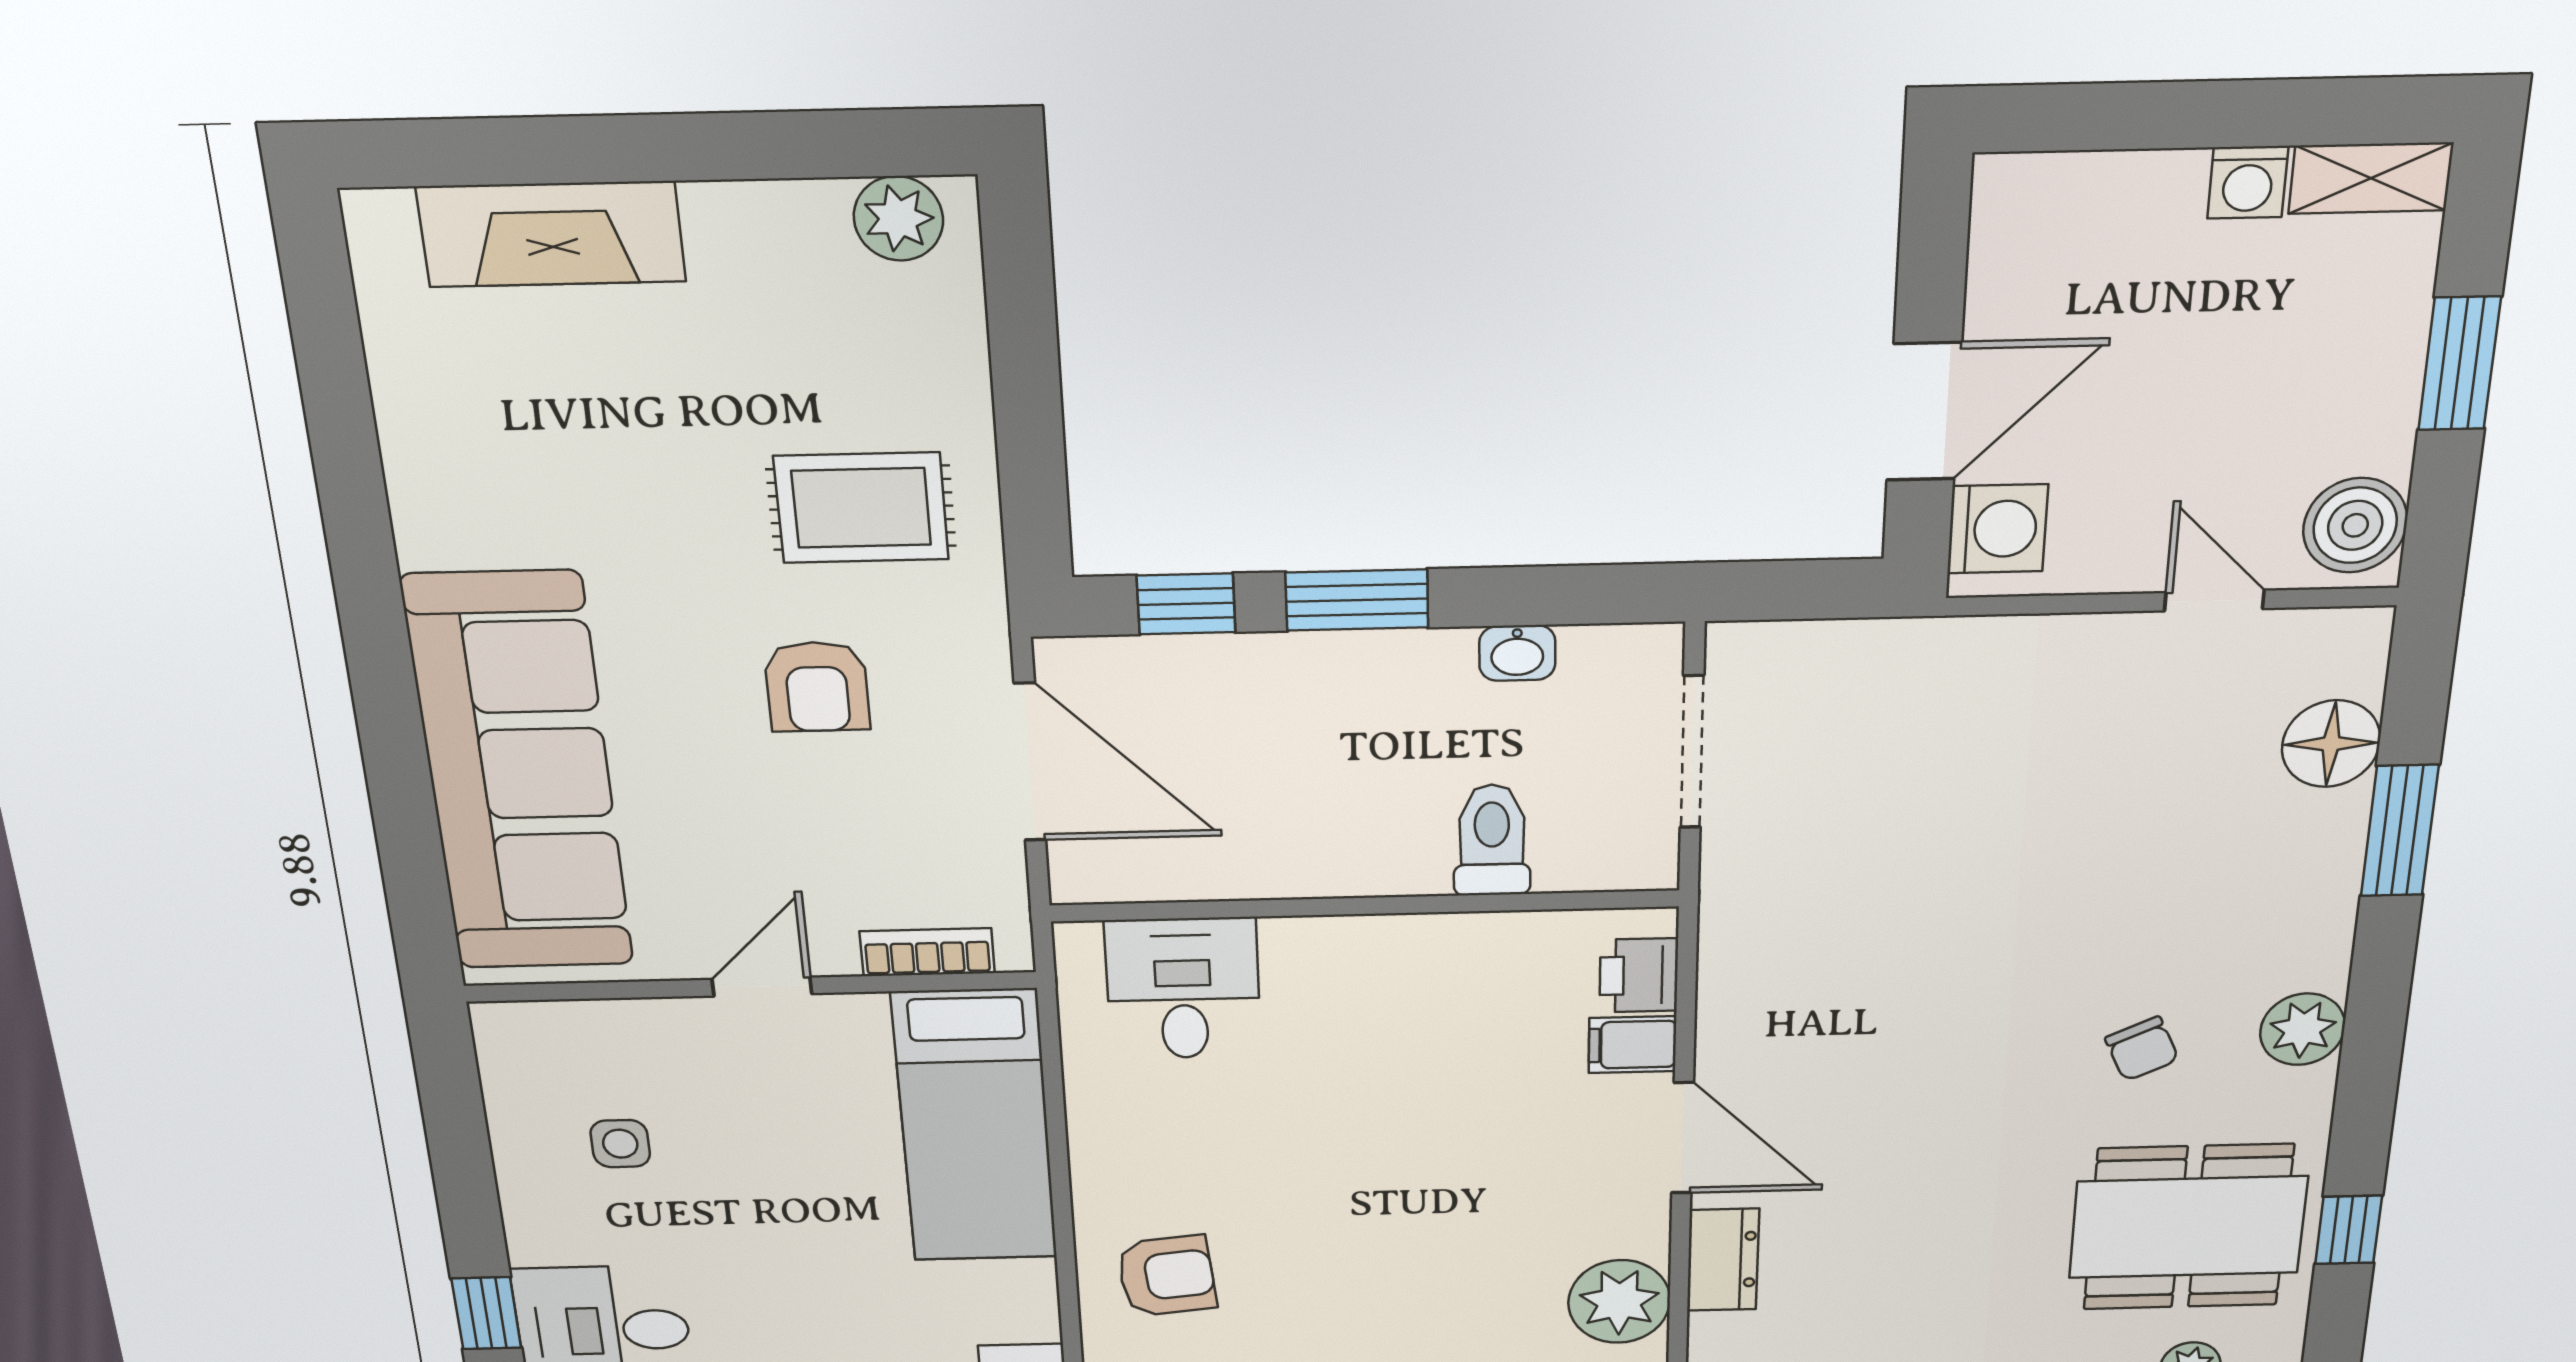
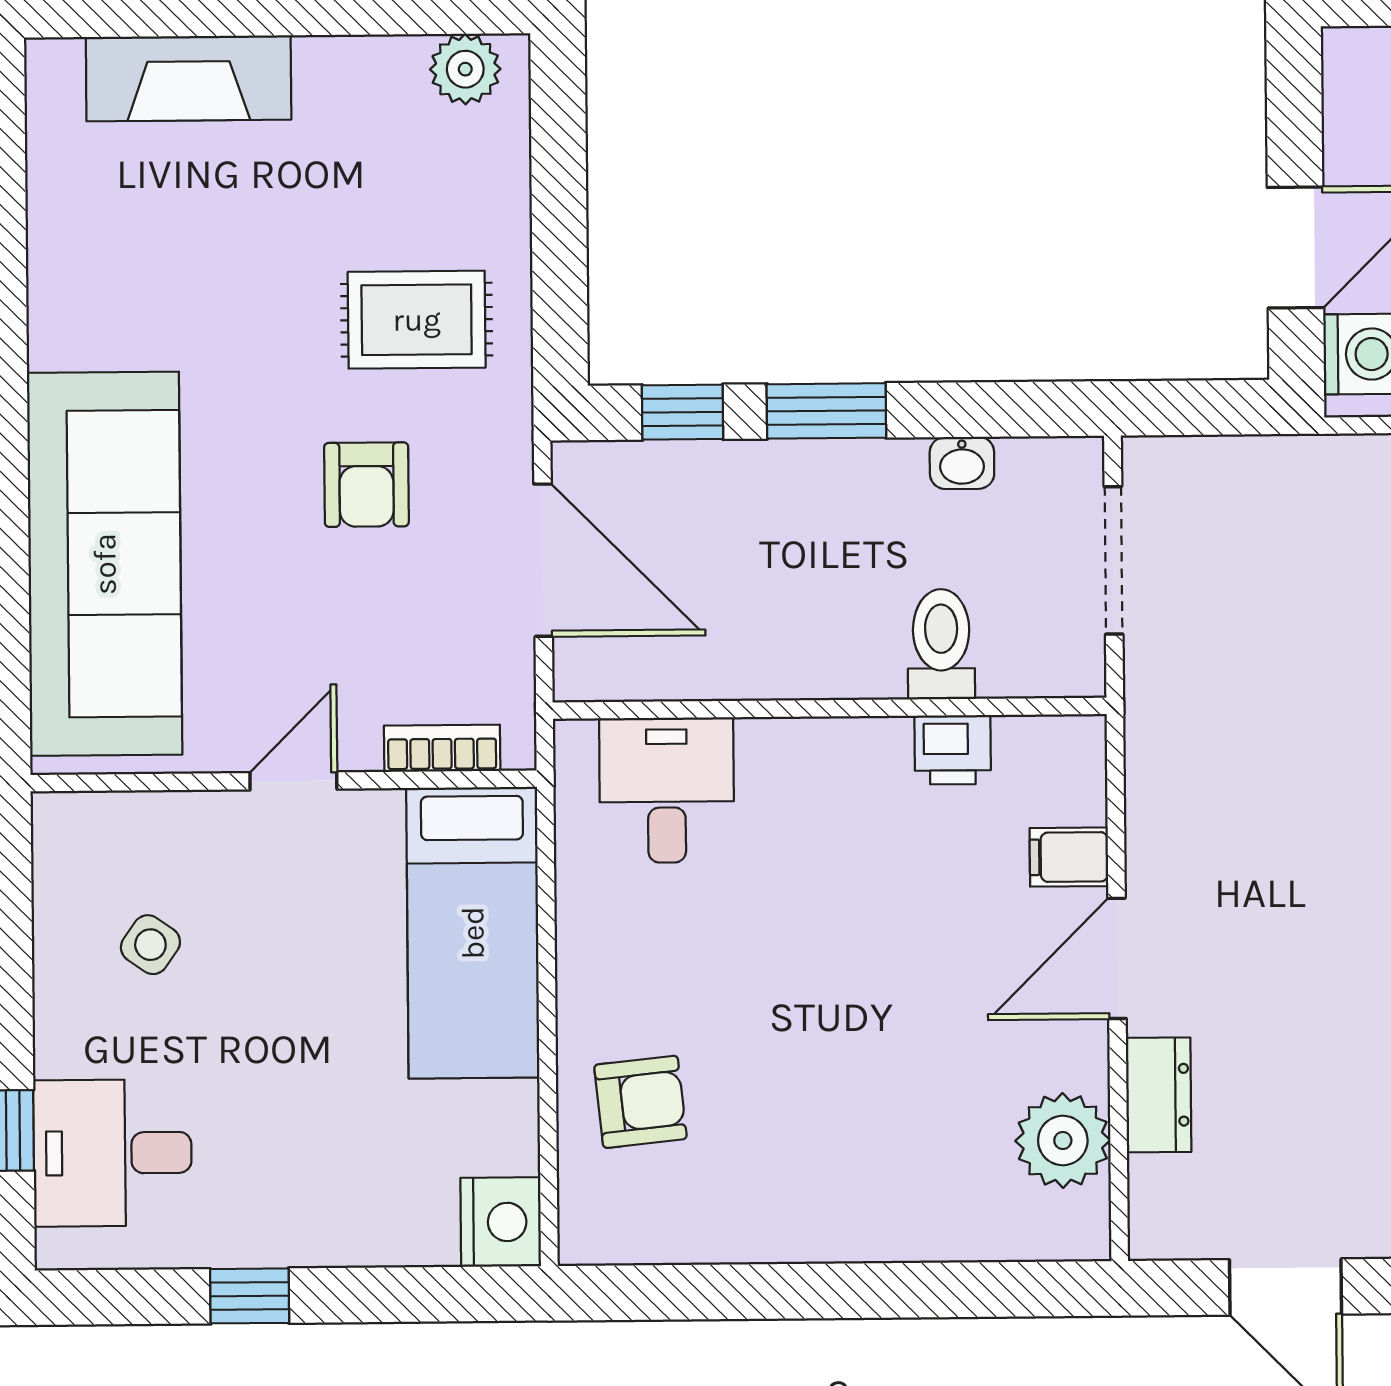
printer: (1639, 975) -> (953, 750), moved, turned -90
door: (1683, 1138) -> (1117, 958), swing flipped
side table: (620, 1144) -> (150, 945), turned 35

